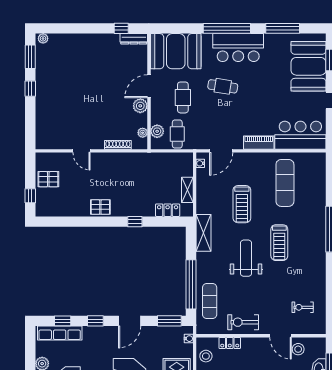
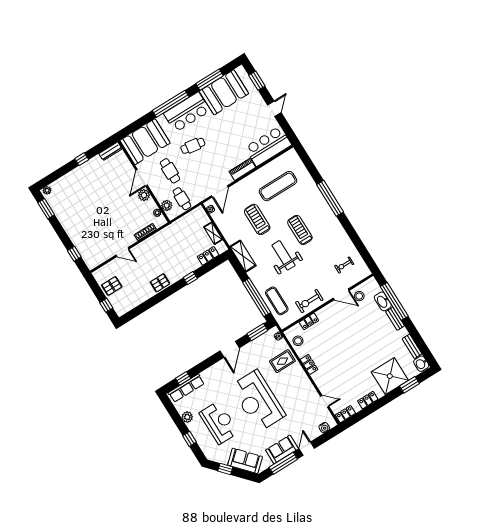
window: (121, 28) -> (82, 159), moved
booth: (308, 66) -> (224, 92), moved, turned 90
window: (30, 89) -> (74, 254), moved
exercise mat: (285, 183) -> (278, 186), turned 90
treadmill: (242, 204) -> (257, 219), turned 180
treadmill: (279, 243) -> (300, 230), turned 180
window: (95, 321) -> (206, 364), removed

